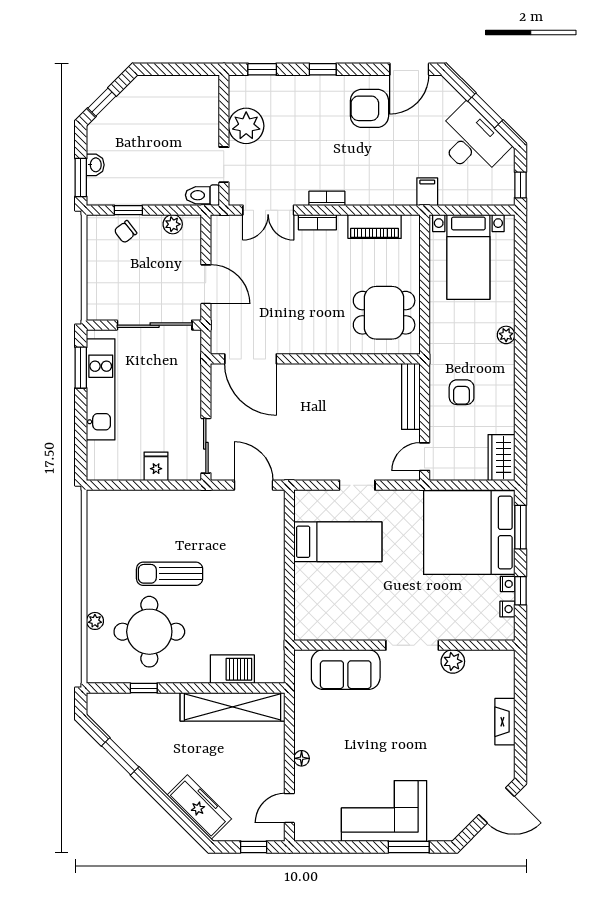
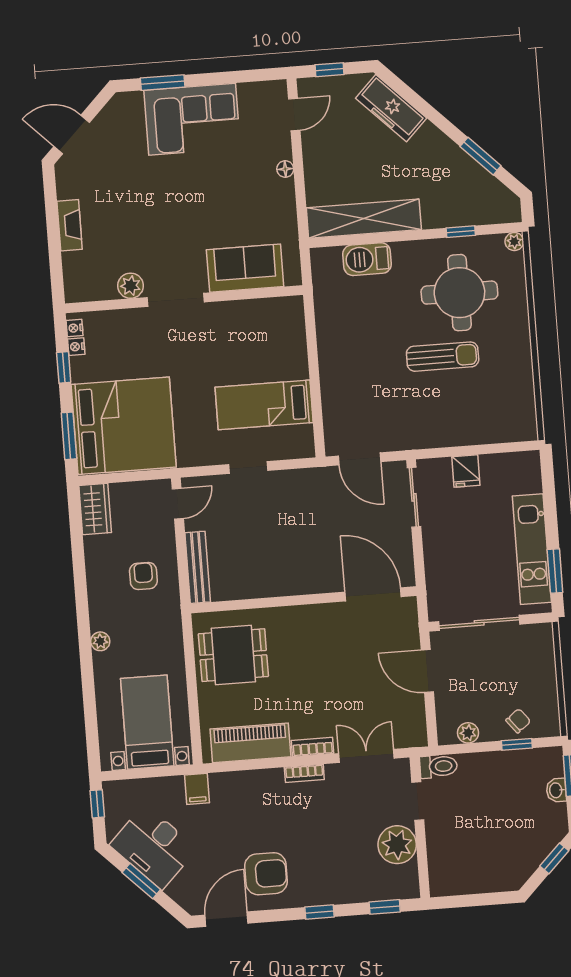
piano: (375, 226) -> (250, 743), width x1.37, depth x1.33
nightstand: (508, 584) -> (75, 328), moved
plant: (95, 621) -> (514, 242), moved

